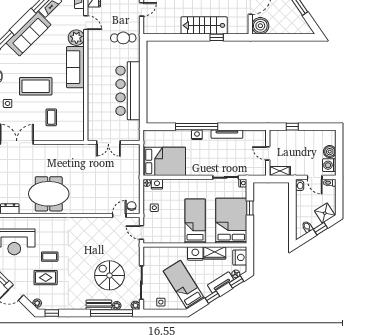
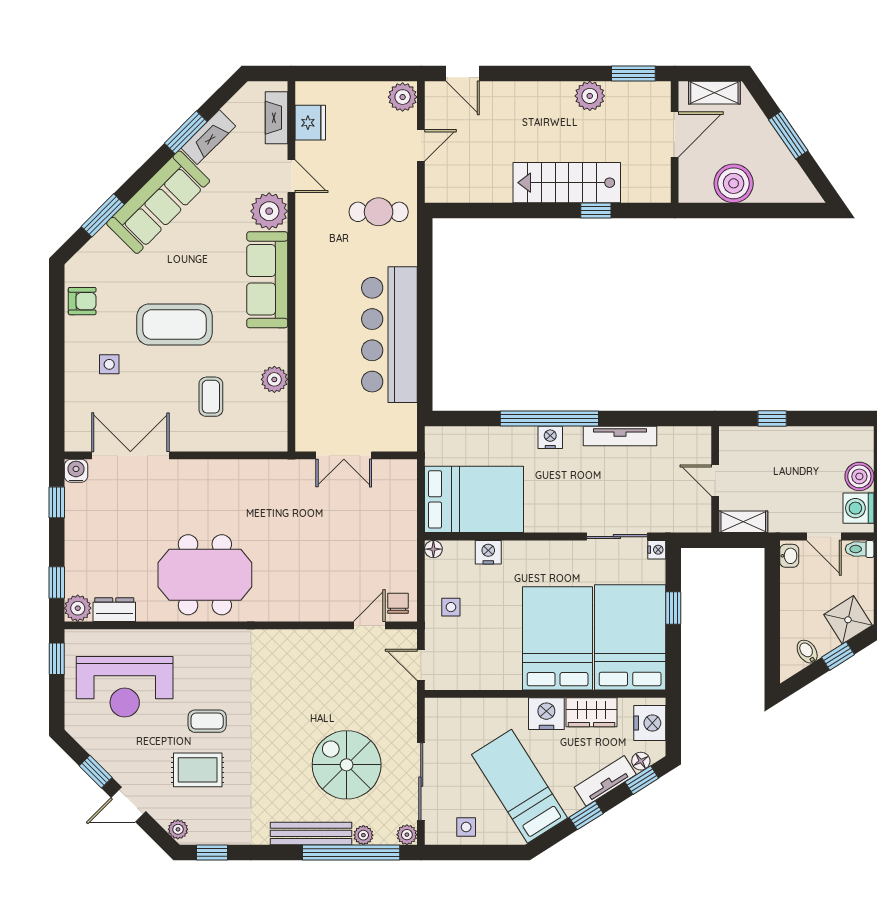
boiler: (260, 26) -> (734, 183), moved
plant: (78, 110) -> (274, 379), added
nightstand: (157, 184) -> (488, 552), moved
bed: (195, 221) -> (558, 638), width x1.50
bench: (99, 305) -> (311, 833), width x1.36

